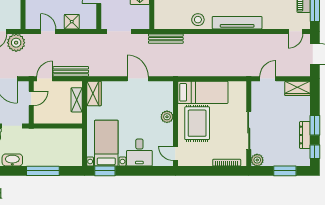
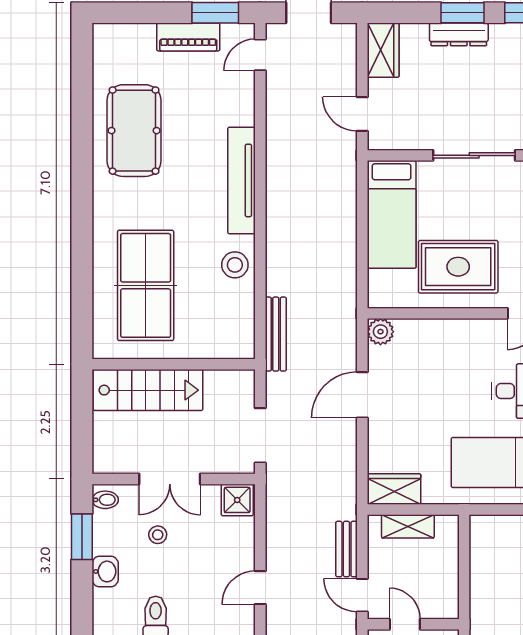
shower: (72, 22) -> (237, 500), moved
door: (295, 31) -> (260, 55), swing flipped
bench: (71, 71) -> (346, 549), width x0.73
bed: (203, 92) -> (392, 214), moved, turned 180
plant: (167, 117) -> (380, 332), moved
dresser: (305, 135) -> (459, 34), moved

